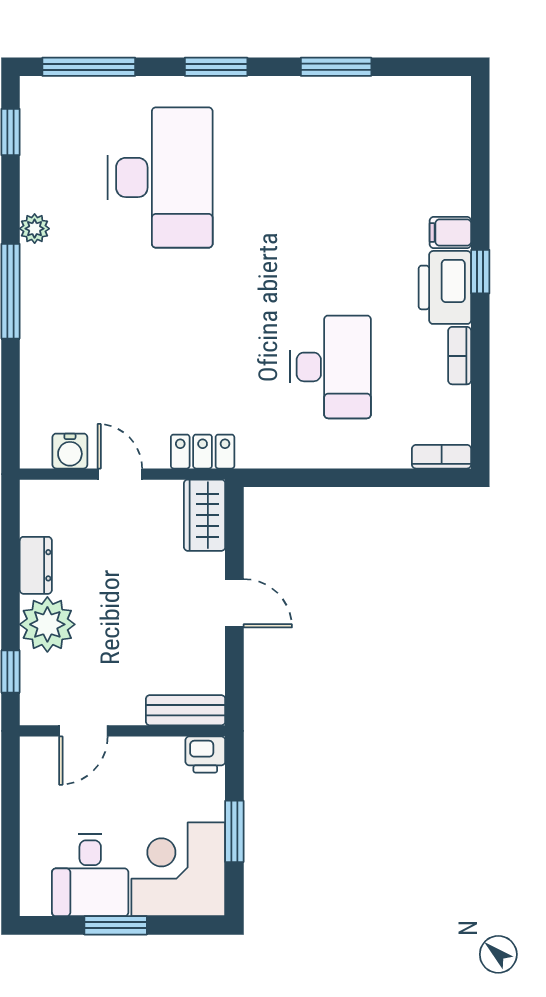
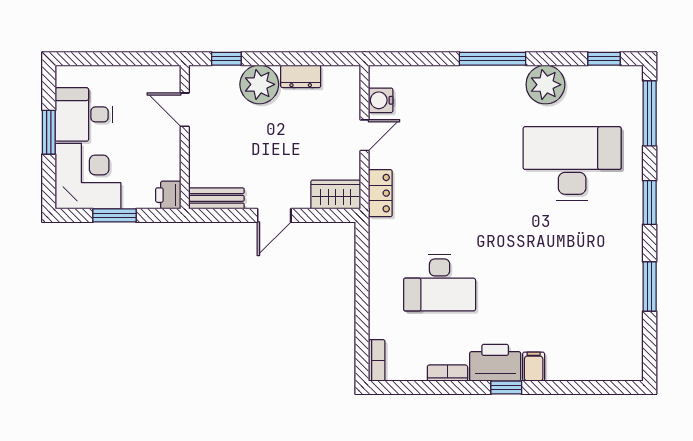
desk: (160, 177) -> (572, 163), turned 180
plant: (35, 229) -> (545, 85), width x1.87, depth x1.87
bench: (186, 710) -> (216, 198), moved, turned 90

